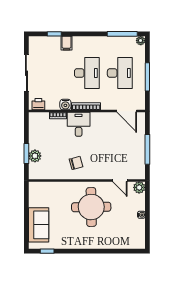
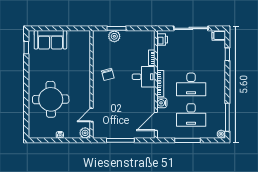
filing cabinet: (66, 43) -> (219, 35), moved
water cooler: (65, 105) -> (162, 103), moved
round table: (91, 207) -> (51, 99), moved

